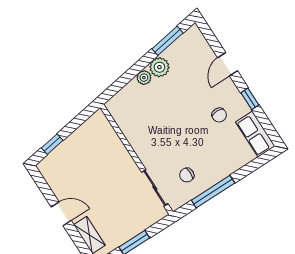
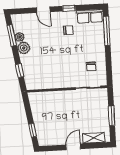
plant: (144, 78) -> (20, 37), moved
window: (125, 79) -> (20, 71), added
window: (213, 192) -> (107, 31), moved

